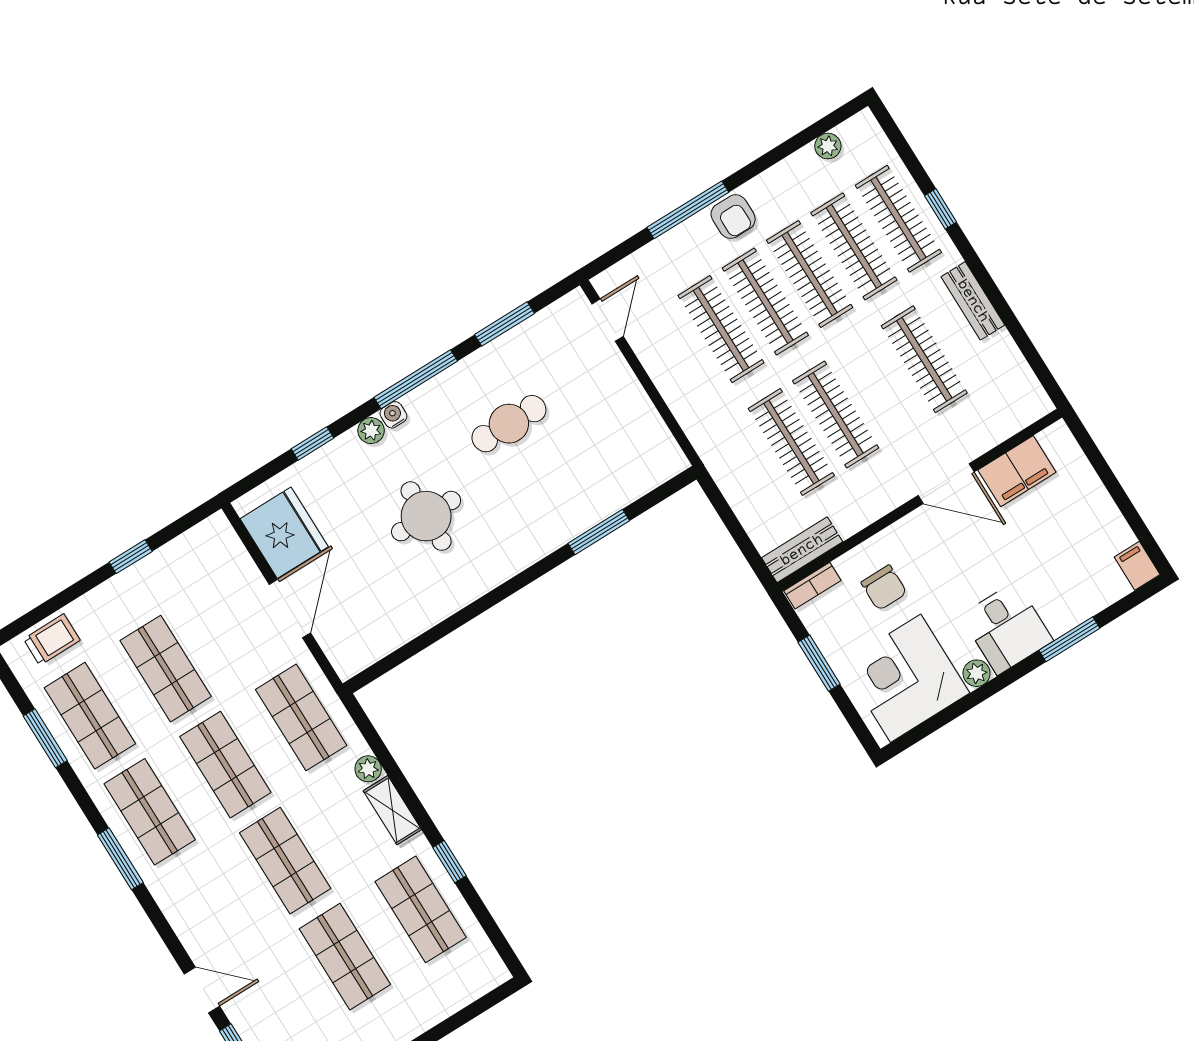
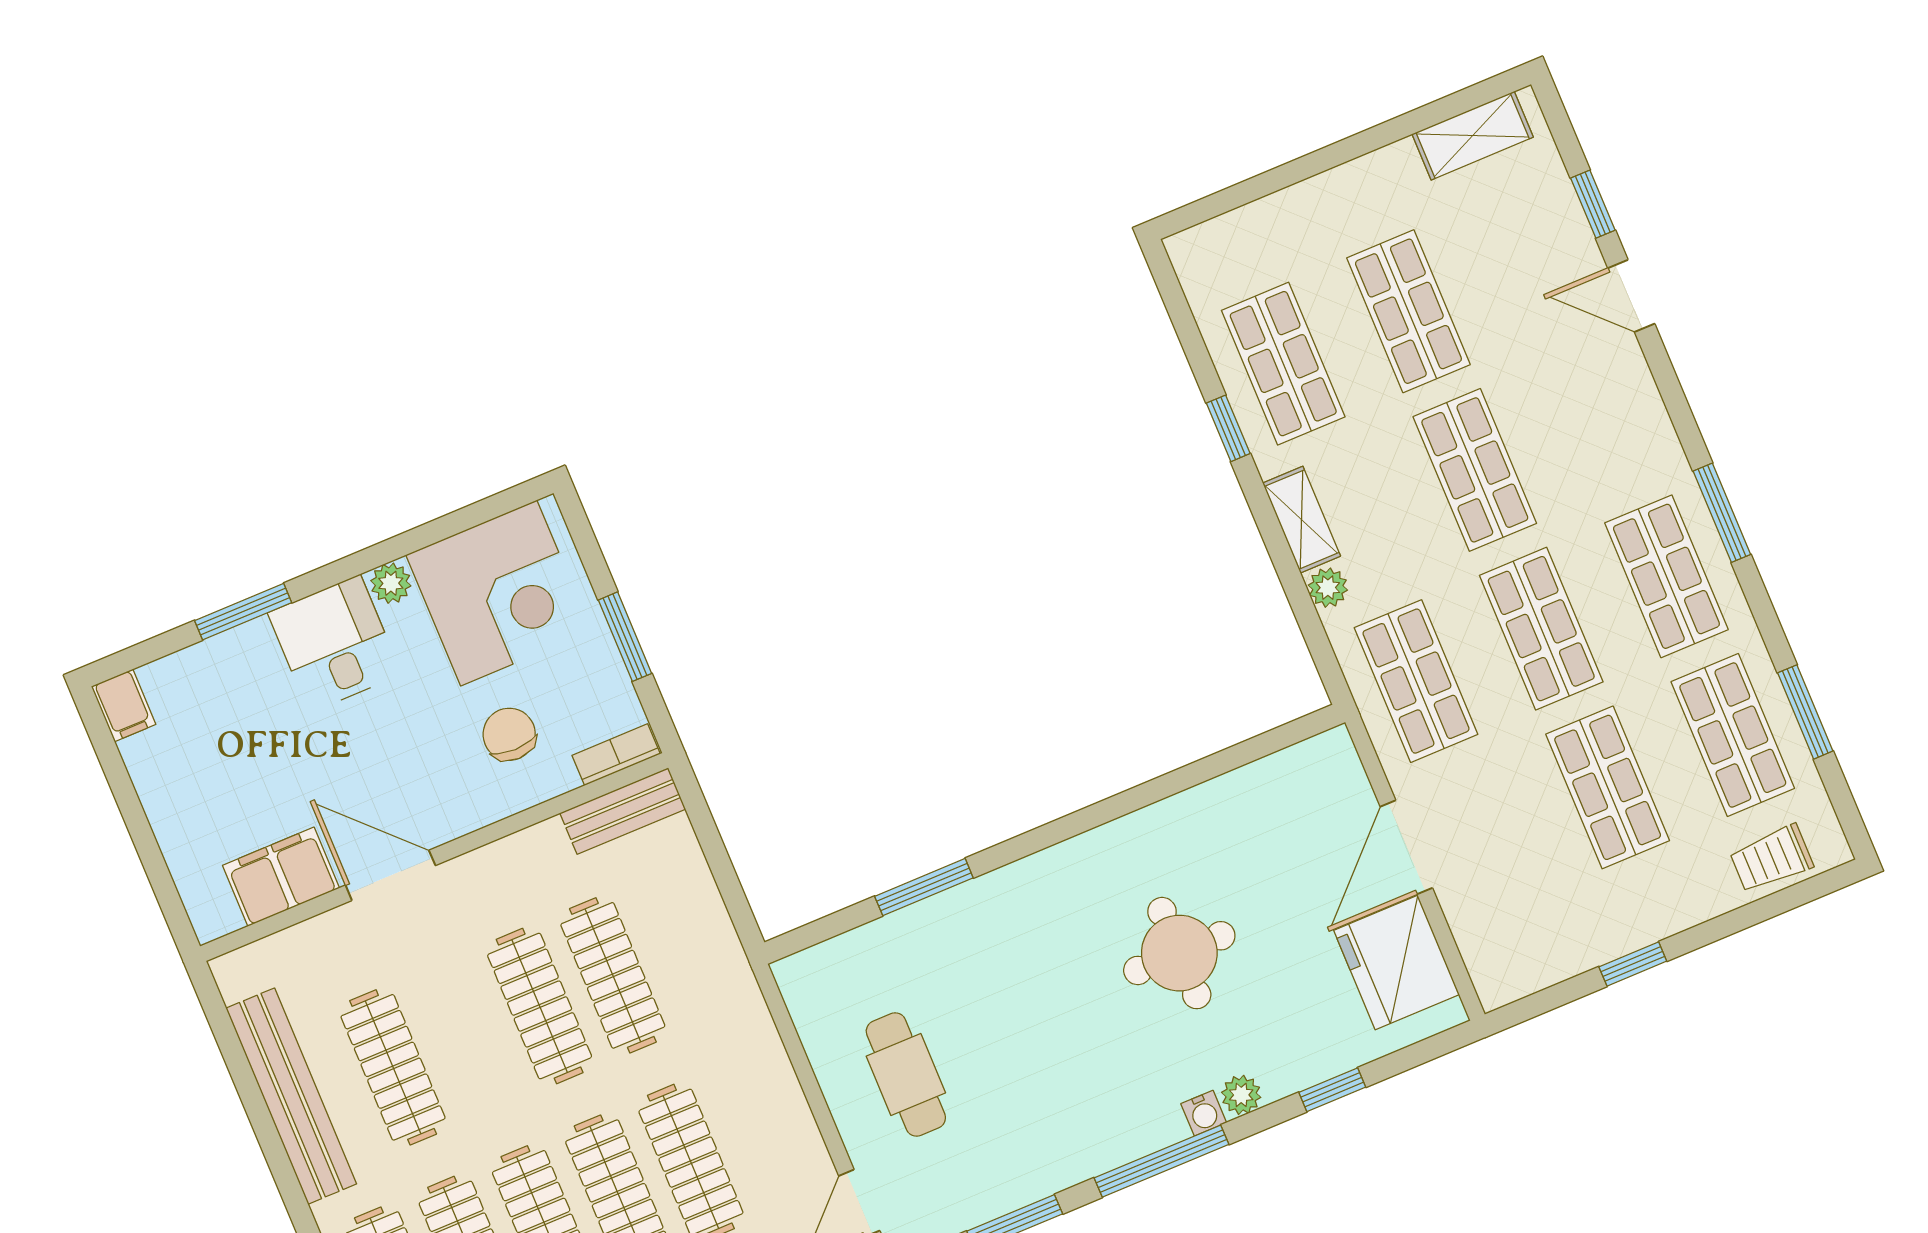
bench: (973, 301) -> (291, 1096), width x1.86, depth x1.21
cafe table: (509, 424) -> (906, 1074), moved, turned 90

